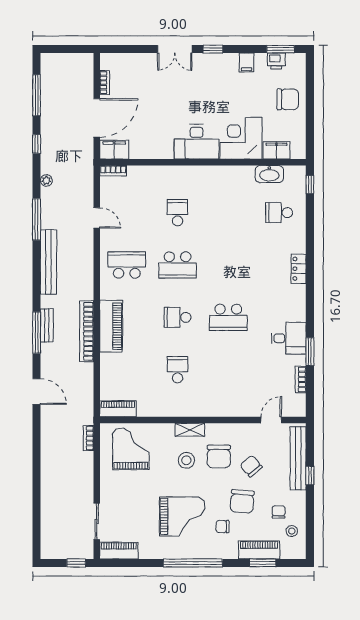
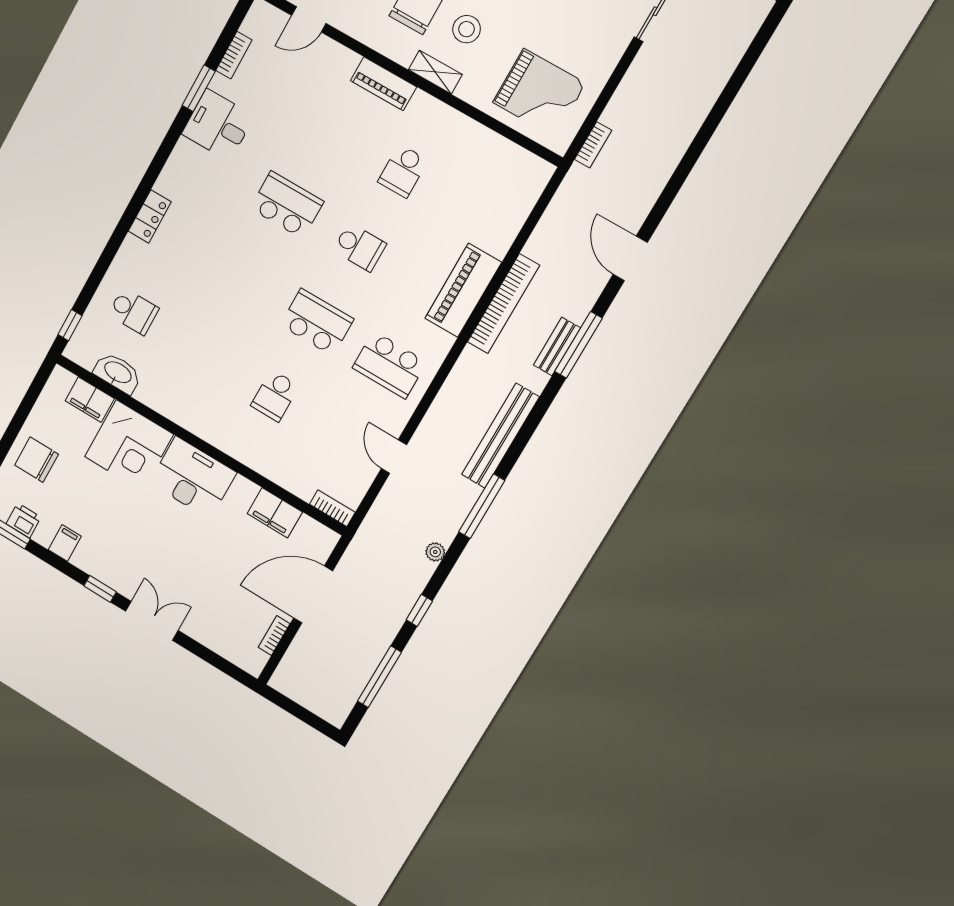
filing cabinet: (114, 150) -> (275, 513), moved
piano: (118, 409) -> (383, 84), moved
grand piano: (131, 449) -> (539, 93), turned -90

